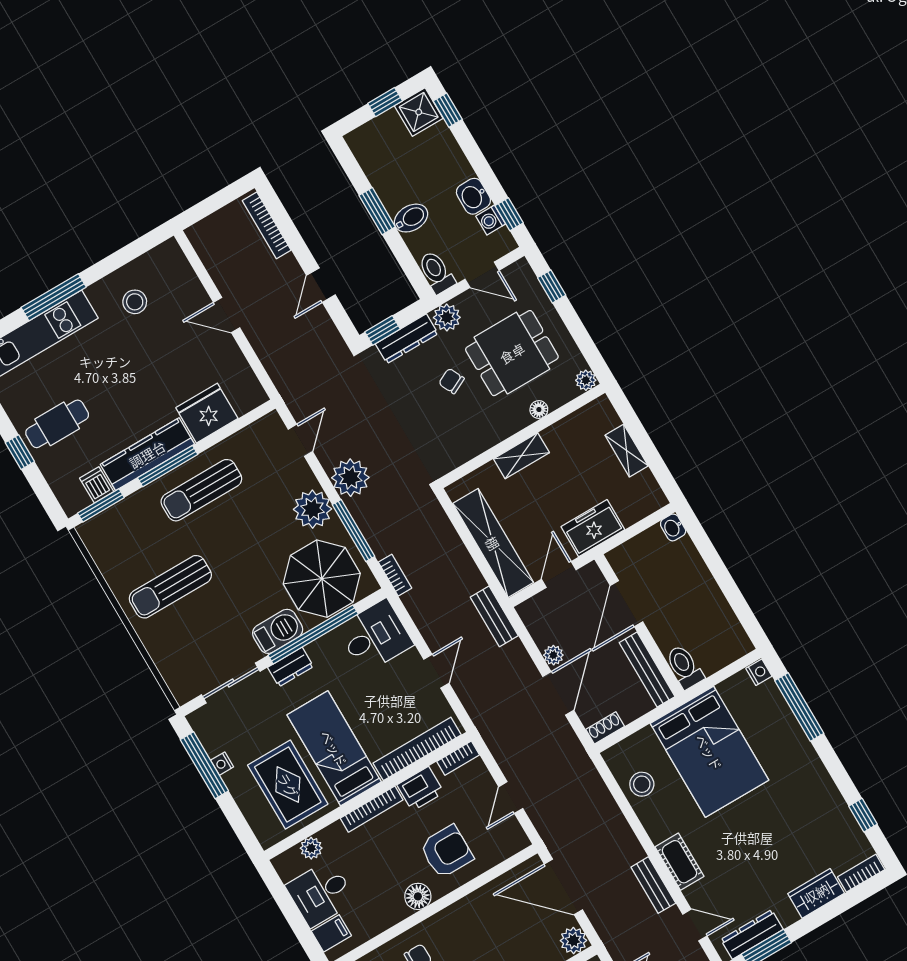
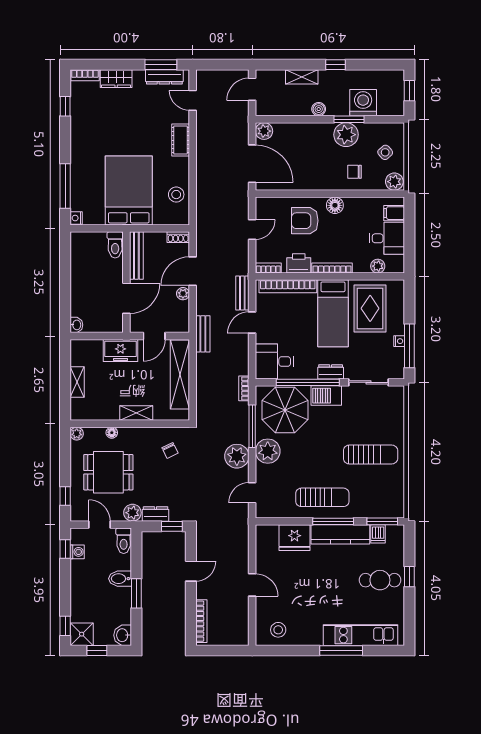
washbasin: (473, 196) -> (123, 635), moved, turned 180
stool: (135, 302) -> (278, 630), moved
dresser: (407, 339) -> (156, 514), width x0.70
chair: (451, 381) -> (170, 450), moved
bench: (653, 885) -> (242, 293), moved

